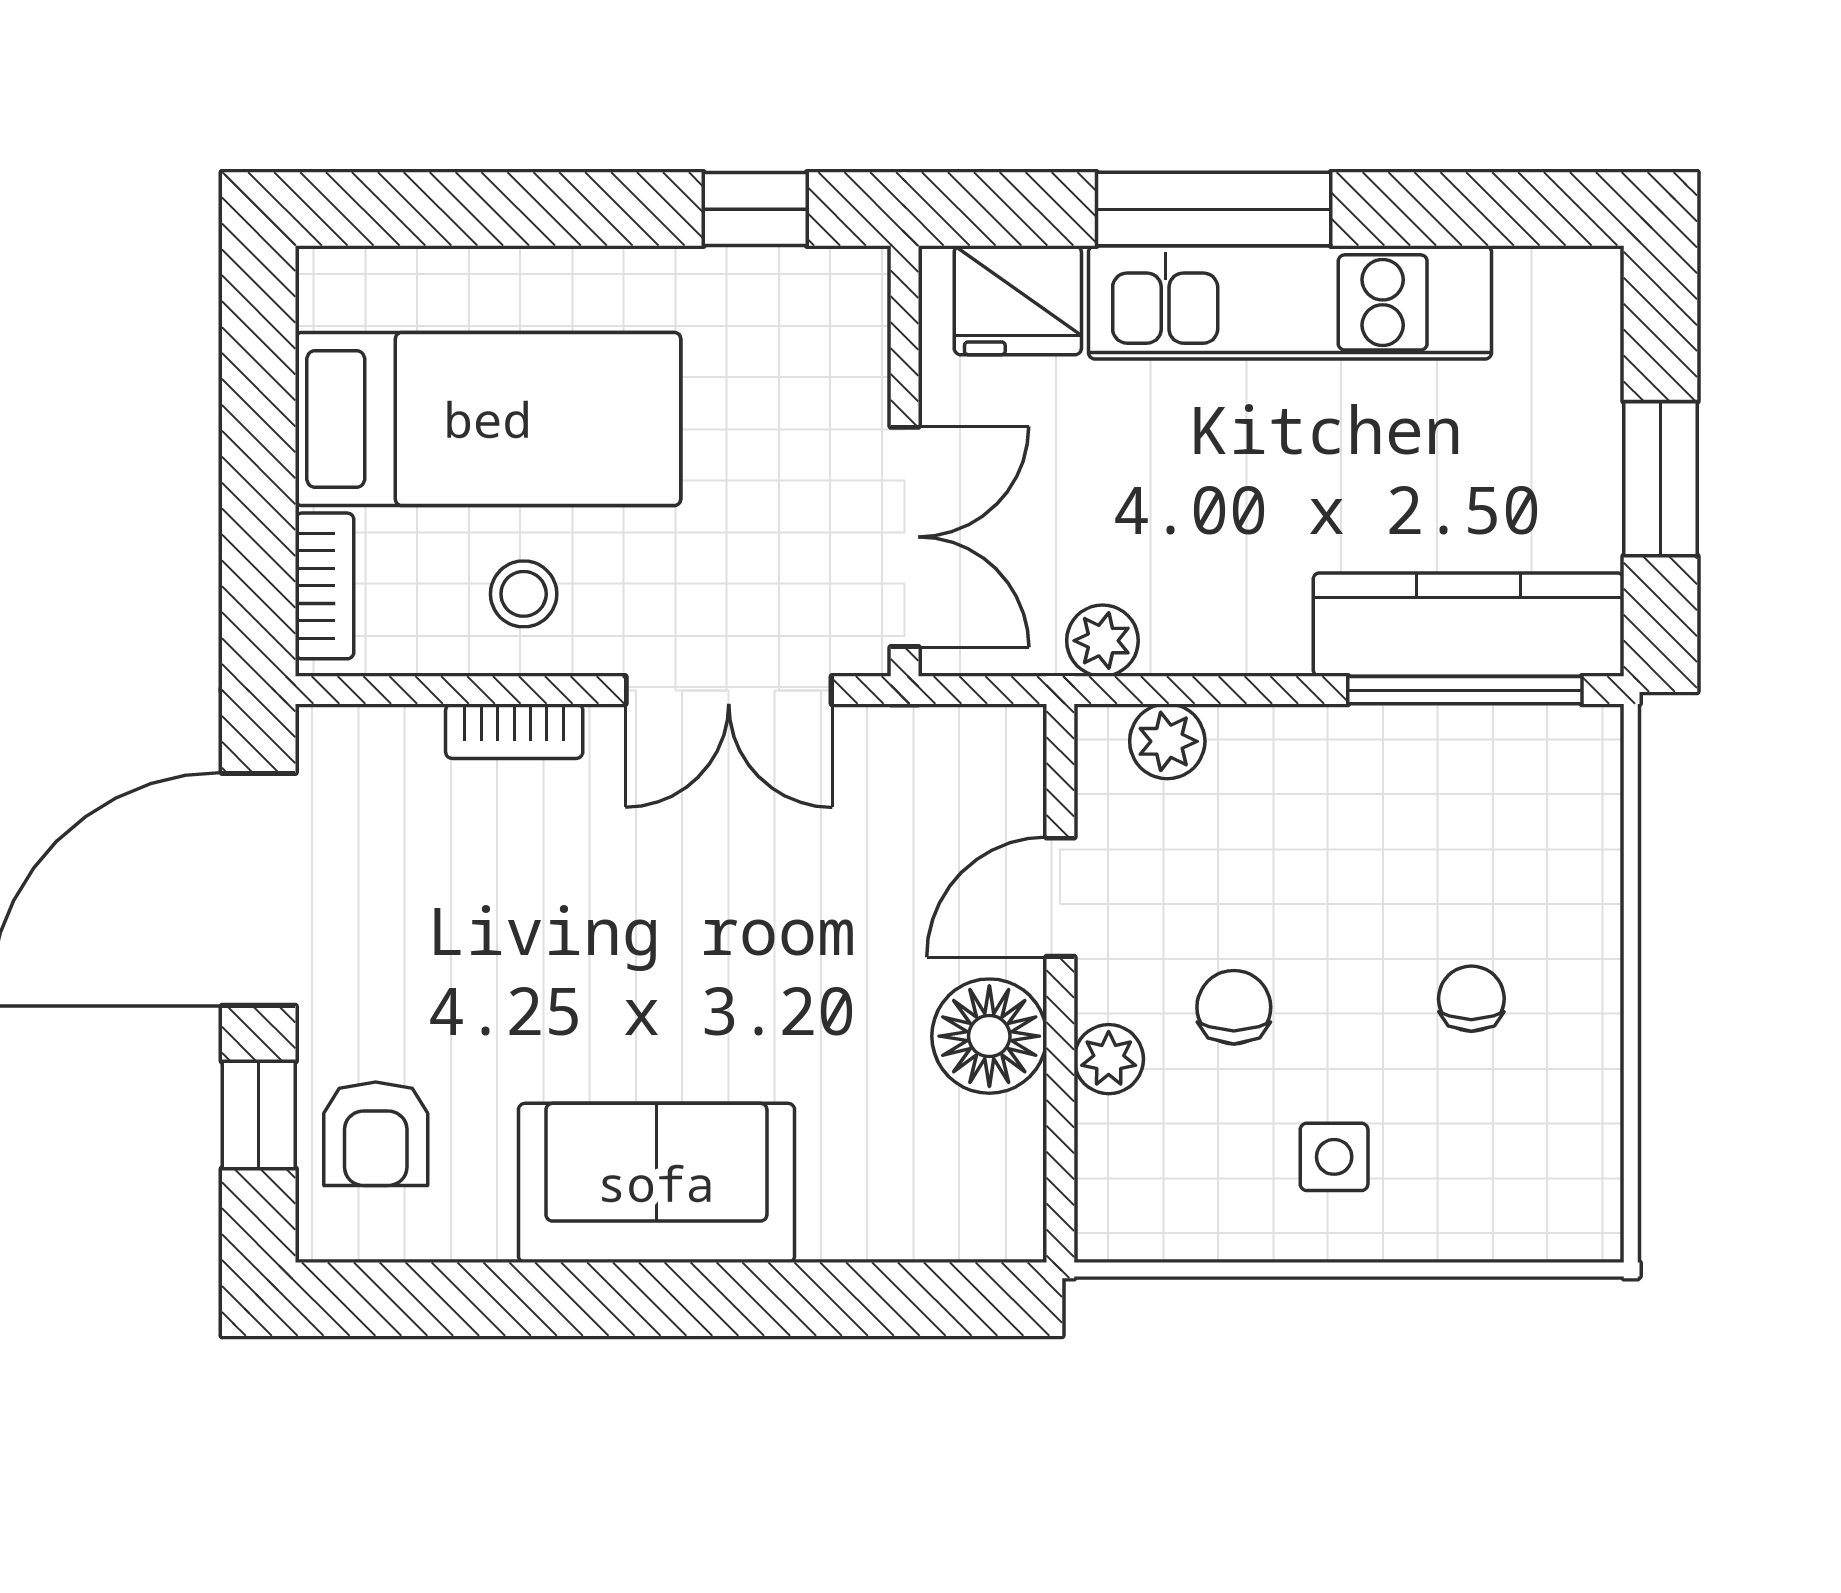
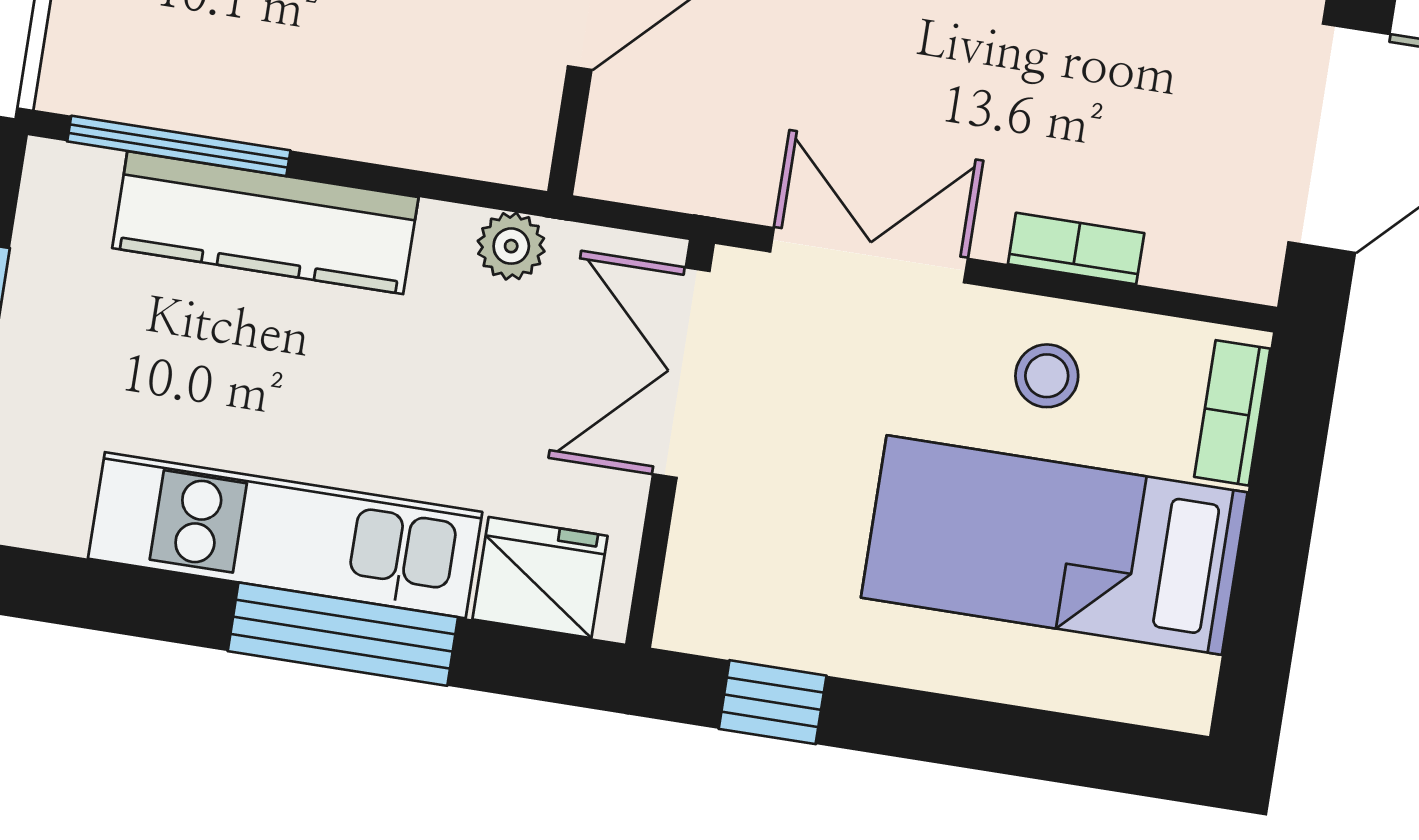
kitchen counter: (1469, 625) -> (265, 223), moved
plant: (1167, 741) -> (465, 142), removed

